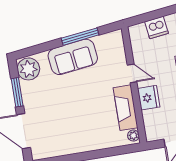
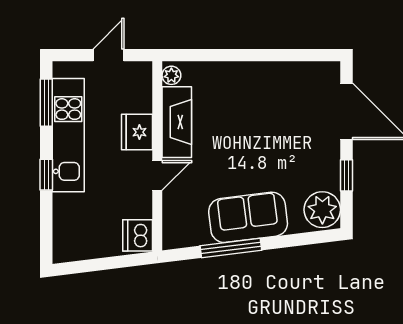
dishwasher: (156, 28) -> (138, 235), moved, turned -83
door: (132, 73) -> (157, 175), swing flipped
window: (17, 92) -> (346, 175), width x0.67

